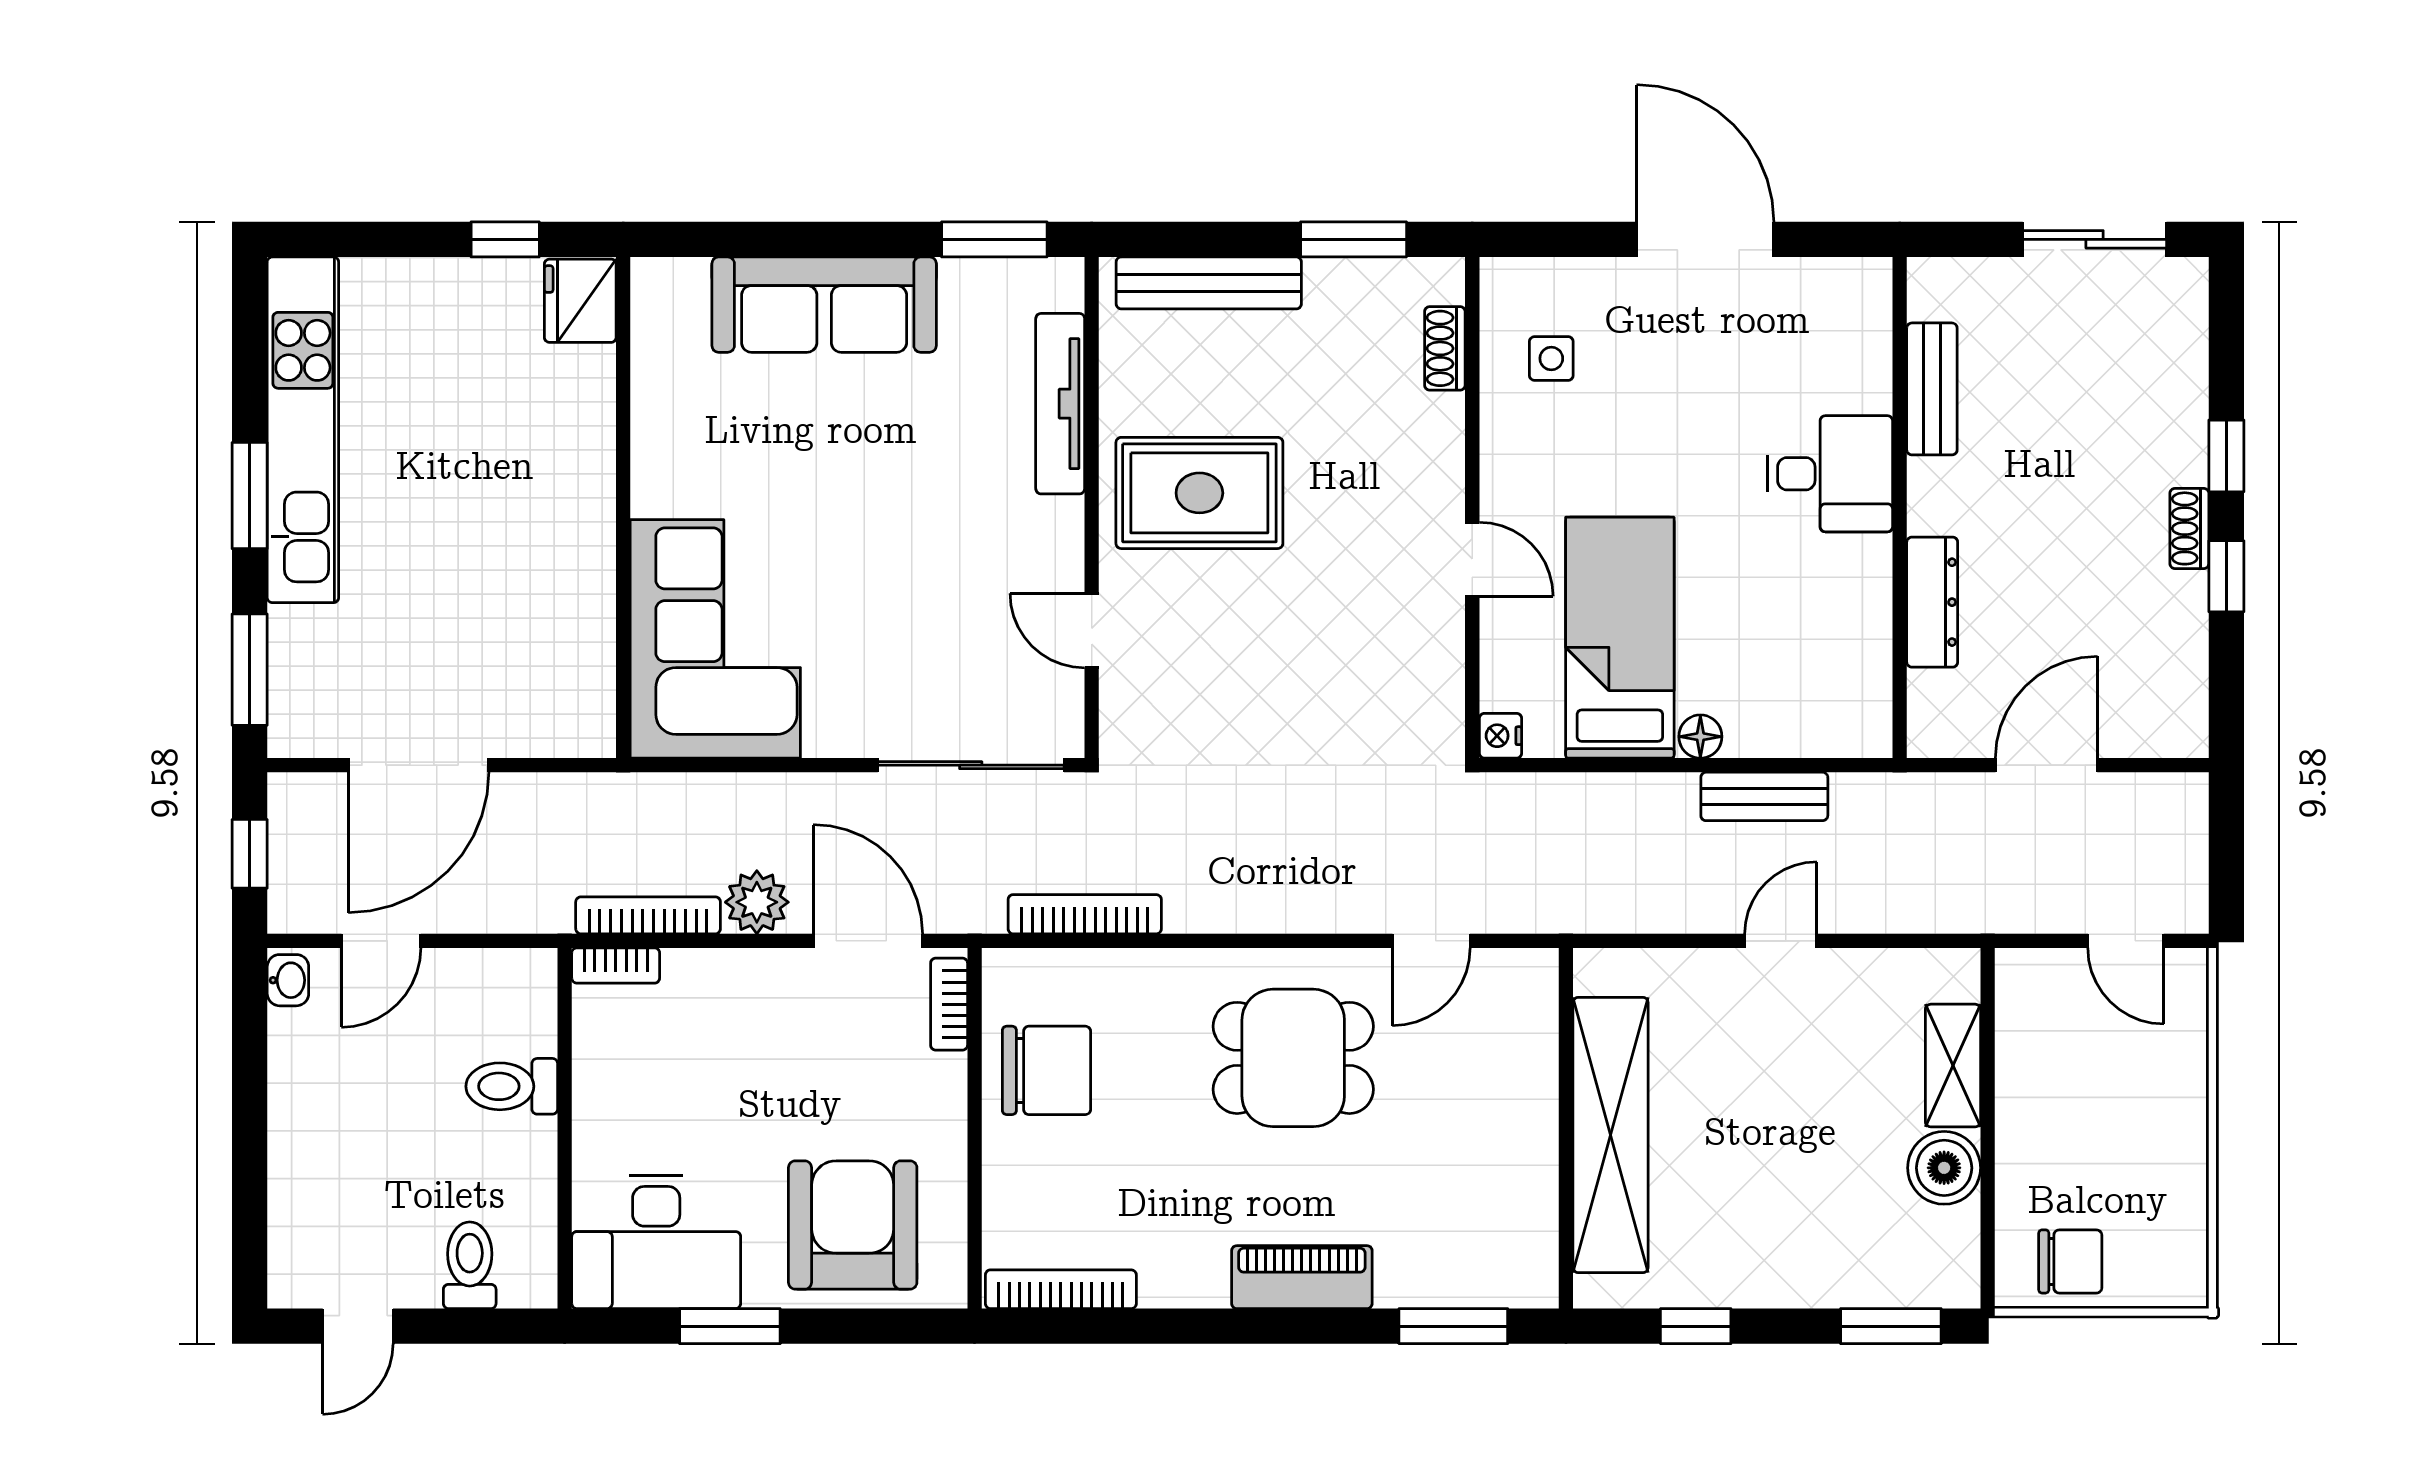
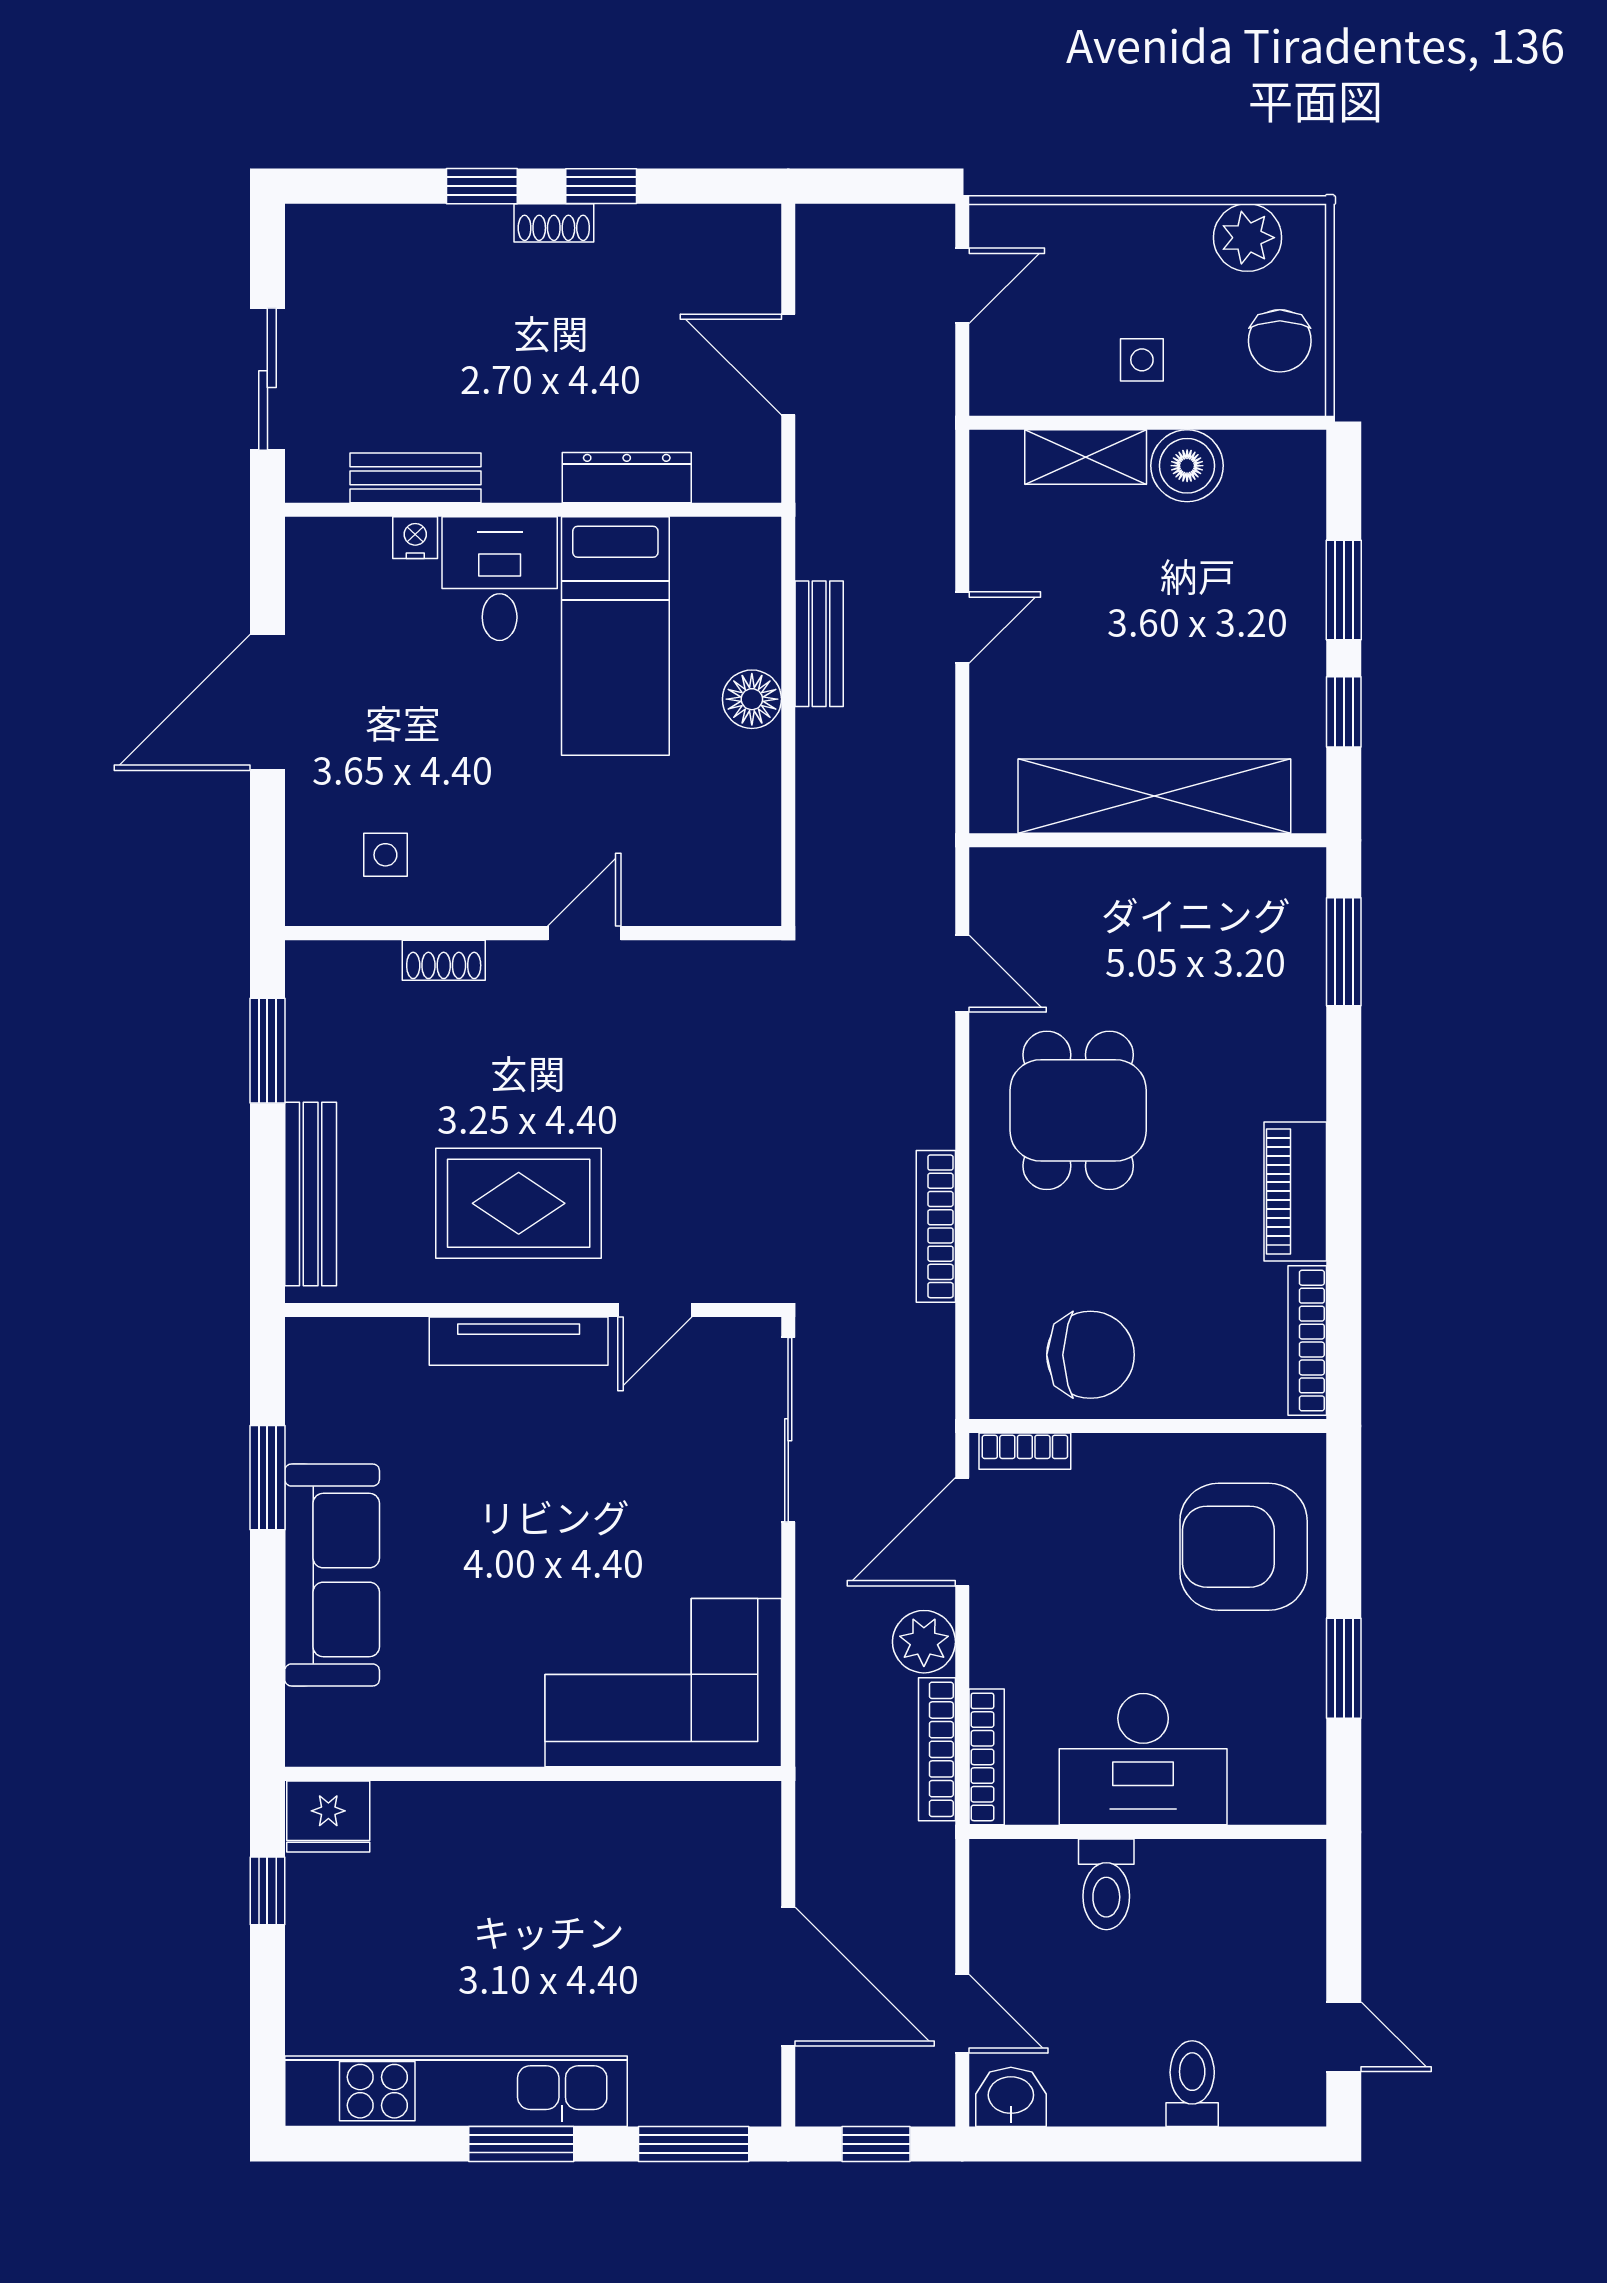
window: (994, 239) -> (267, 1478), moved
sliding door: (2095, 239) -> (267, 379), moved
shoe rack: (1445, 348) -> (444, 960), moved
tv unit: (1060, 404) -> (519, 1341), moved
rug: (1199, 493) -> (519, 1203), turned 90
bed: (1620, 638) -> (615, 636), moved, turned -90
nightstand: (1500, 736) -> (415, 538), moved, turned 180
floor lamp: (1700, 737) -> (752, 699), width x1.37, depth x1.37
bookcase: (1085, 914) -> (936, 1226), moved
door: (1781, 941) -> (962, 628), swing flipped
bookcase: (616, 965) -> (987, 1757), width x1.56
washbasin: (288, 980) -> (1011, 2097), width x1.38, depth x1.45
chair: (1046, 1070) -> (1090, 1355), turned 90
side table: (2051, 1122) -> (1142, 360), added
plant: (2175, 1229) -> (1247, 238), added
desk: (656, 1242) -> (1143, 1759), moved, turned 90
chair: (2070, 1261) -> (1280, 341), turned 180
toilet: (470, 1265) -> (1192, 2084), moved, turned 90
piano: (1302, 1277) -> (1295, 1191), moved
window: (1891, 1326) -> (1344, 590), moved

